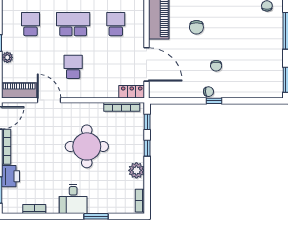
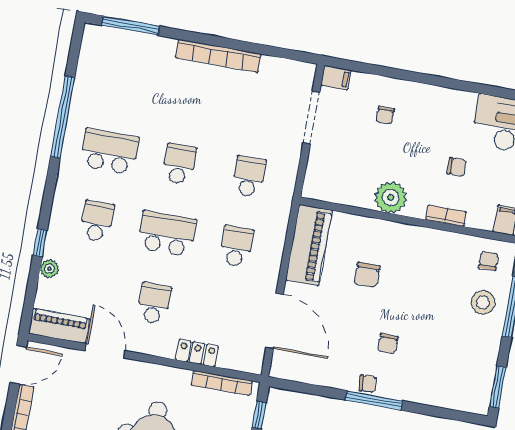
stool: (268, 31) -> (483, 302), added
locker: (132, 92) -> (197, 353), moved
window: (214, 101) -> (374, 400), width x2.17

